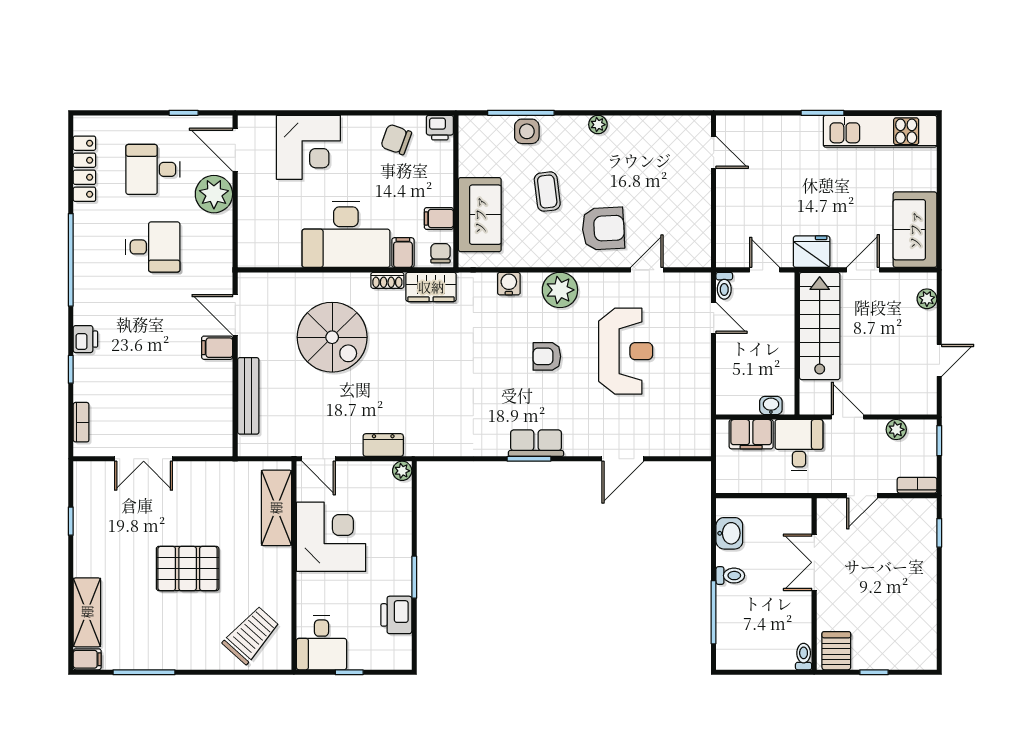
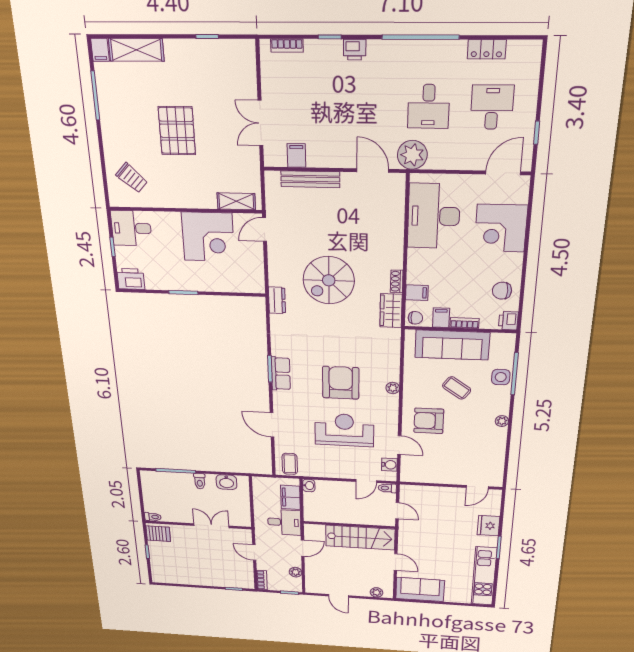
chair: (396, 139) -> (502, 291), turned -110
locker: (84, 169) -> (487, 49), width x0.66
bookcase: (446, 186) -> (464, 323), added
coffee table: (547, 192) -> (457, 388), turned 42
plant: (214, 194) -> (412, 155), moved
sofa: (480, 215) -> (452, 345), width x1.36
armchair: (603, 228) -> (429, 421), turned 93
desk: (346, 234) -> (434, 216), moved
fridge: (812, 252) -> (488, 526), moved, turned 180
door: (765, 270) -> (397, 511), hinge flipped
water cooler: (509, 284) -> (389, 465), moved
plant: (560, 290) -> (393, 388), width x0.53, depth x0.53
door: (235, 315) -> (373, 170), hinge flipped
spiral stairs: (332, 337) -> (329, 280), moved
filing cabinet: (217, 348) -> (296, 155), moved
reception desk: (626, 351) -> (344, 430), turned 180
armchair: (547, 356) -> (341, 383), width x1.88, depth x1.88
washbasin: (771, 405) -> (309, 485), moved
coffee table: (690, 434) -> (290, 464), added
dresser: (383, 445) -> (277, 300), moved
double door: (144, 459) -> (260, 123), moved
plant: (402, 471) -> (258, 287), removed
shelving: (276, 508) -> (236, 201), width x0.67, depth x0.75
printer: (396, 615) -> (131, 279), moved
trolley: (251, 635) -> (132, 178), width x0.73, depth x0.72

